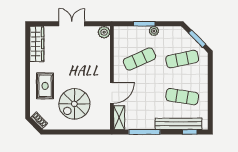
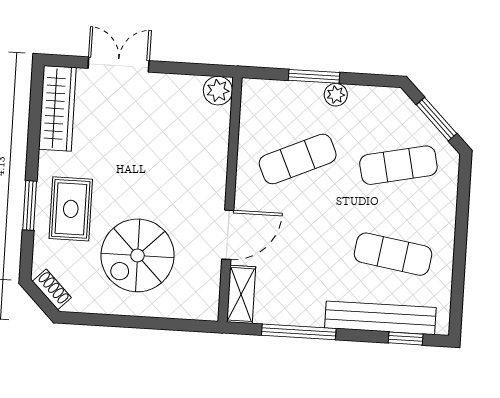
double door: (72, 24) -> (119, 64), moved
window: (28, 86) -> (30, 205), added

